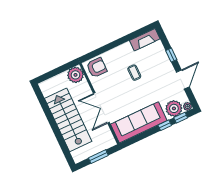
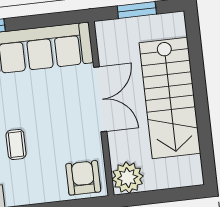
armchair: (97, 68) -> (83, 178), turned 90

